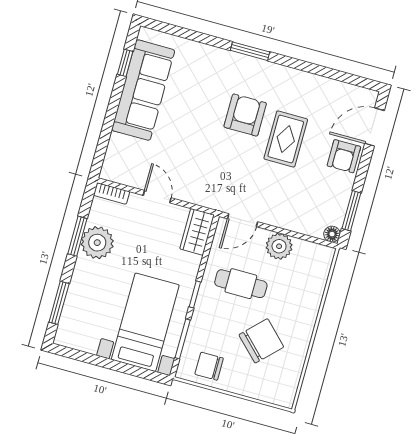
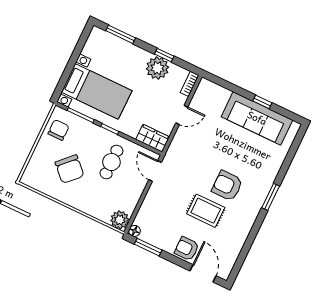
window: (125, 63) -> (262, 102), moved
armchair: (245, 115) -> (227, 186), turned 180
window: (77, 236) -> (164, 55), width x0.67
plant: (279, 246) -> (120, 220), moved

